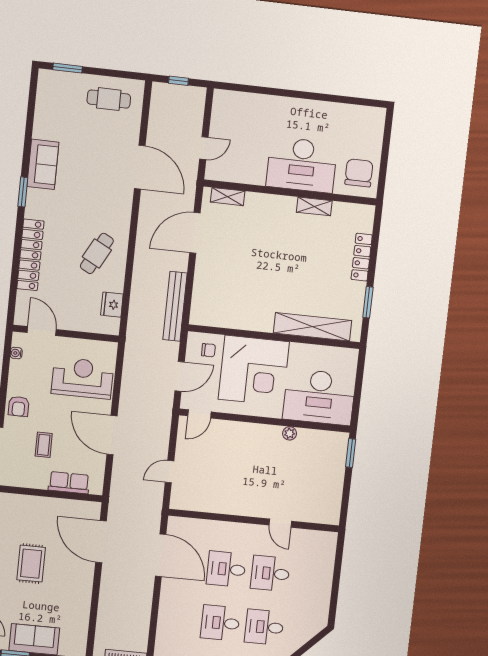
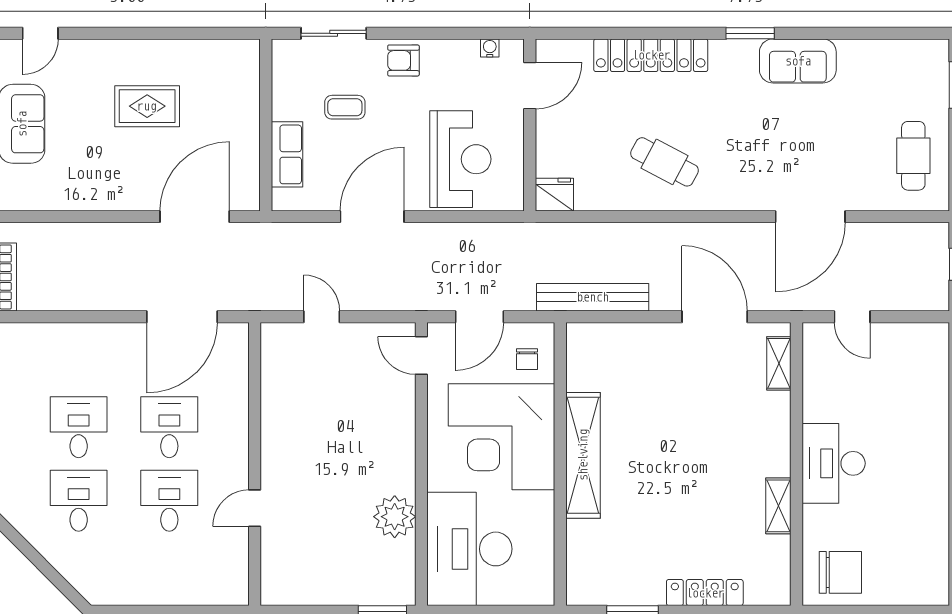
desk: (302, 165) -> (834, 463), width x0.73, depth x0.77
fridge: (112, 305) -> (554, 195), moved
shelving: (313, 327) -> (583, 455), moved
door: (180, 376) -> (479, 317), hinge flipped
plant: (290, 433) -> (395, 517), width x1.87, depth x1.87

